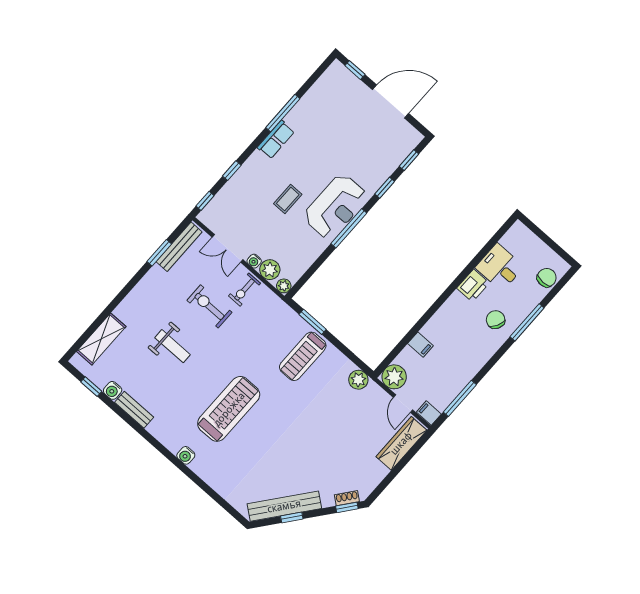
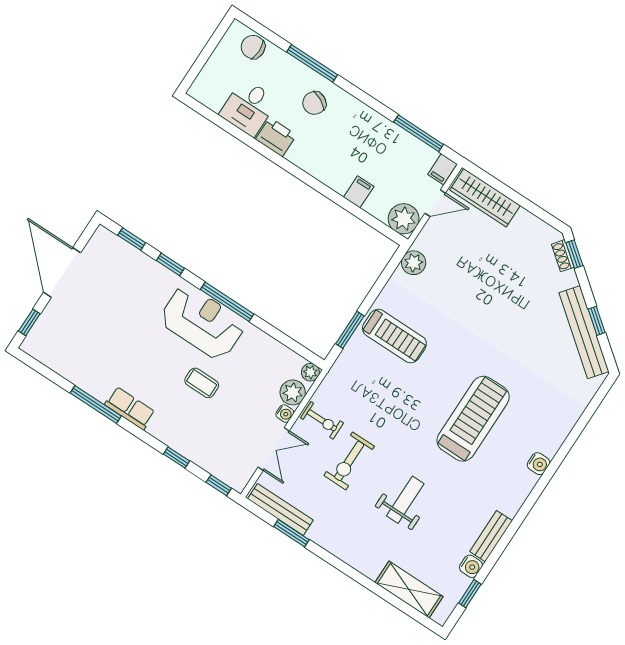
treadmill: (229, 409) -> (473, 419), turned 90

